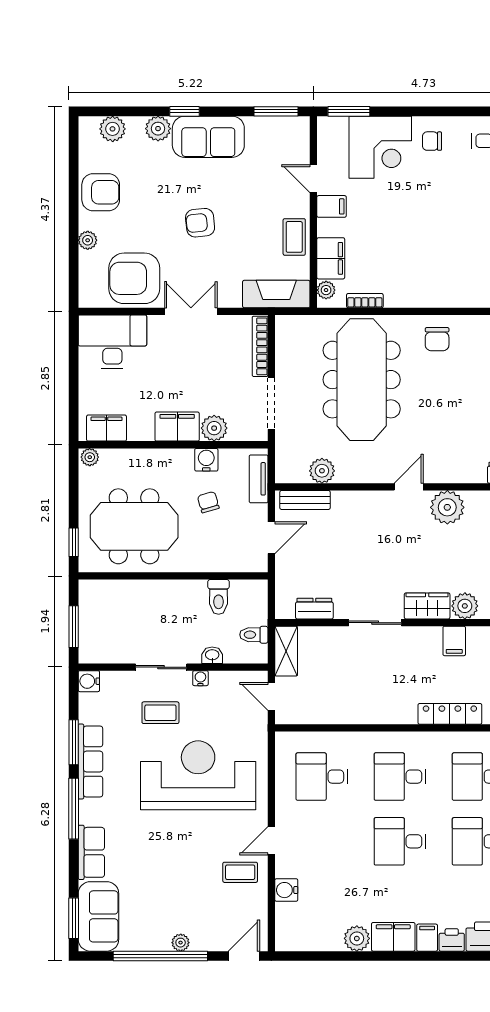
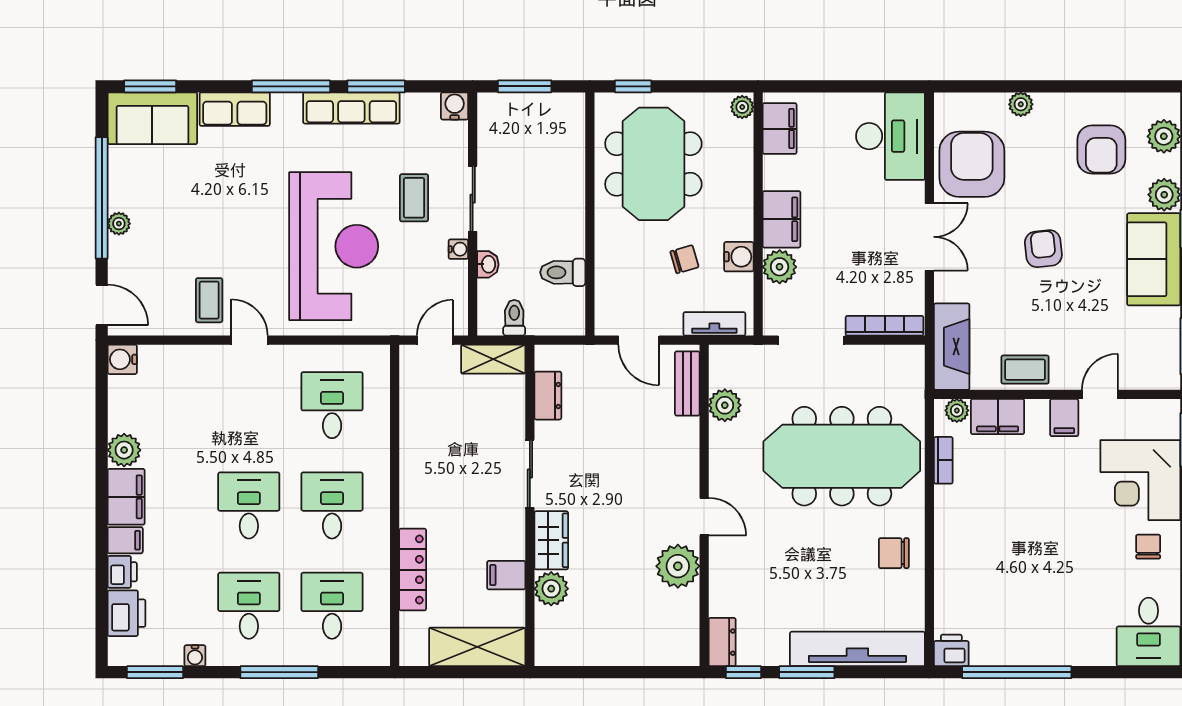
armchair: (101, 192) -> (1101, 149), moved
water cooler: (286, 890) -> (122, 359), moved, turned -90

